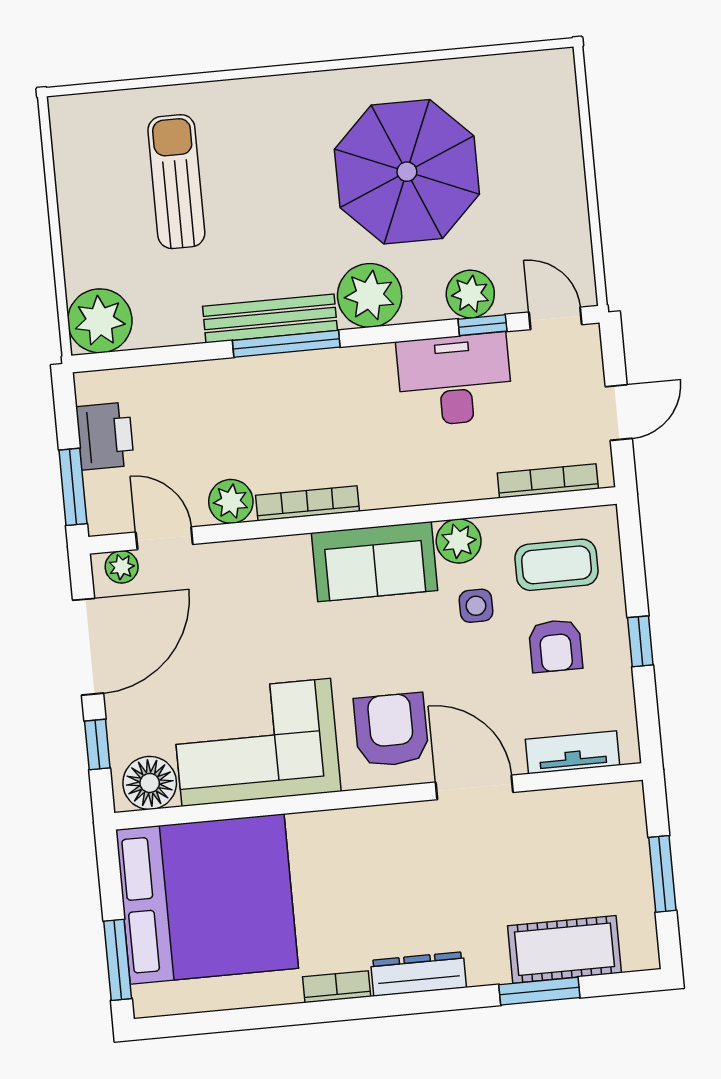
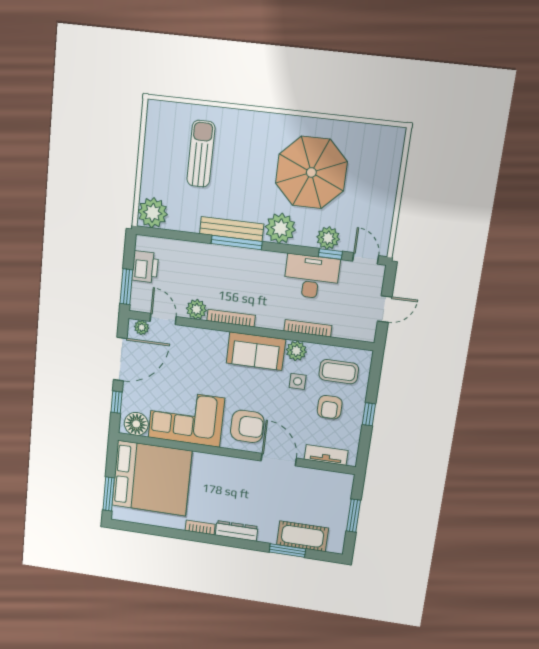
bookcase: (548, 481) -> (308, 328), moved
armchair: (391, 730) -> (247, 426), turned 90

